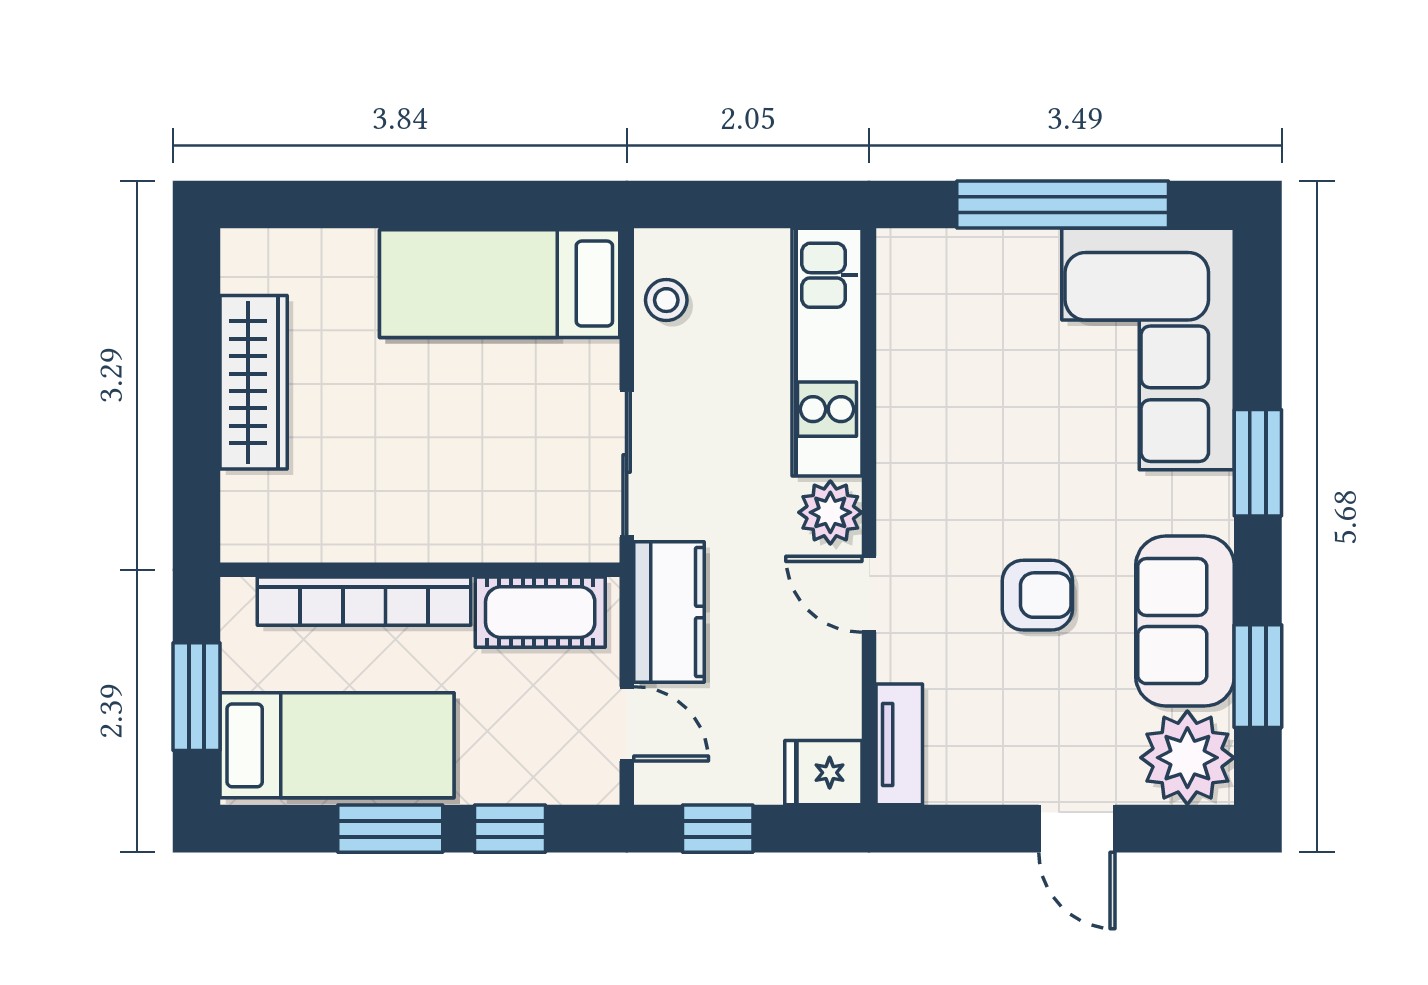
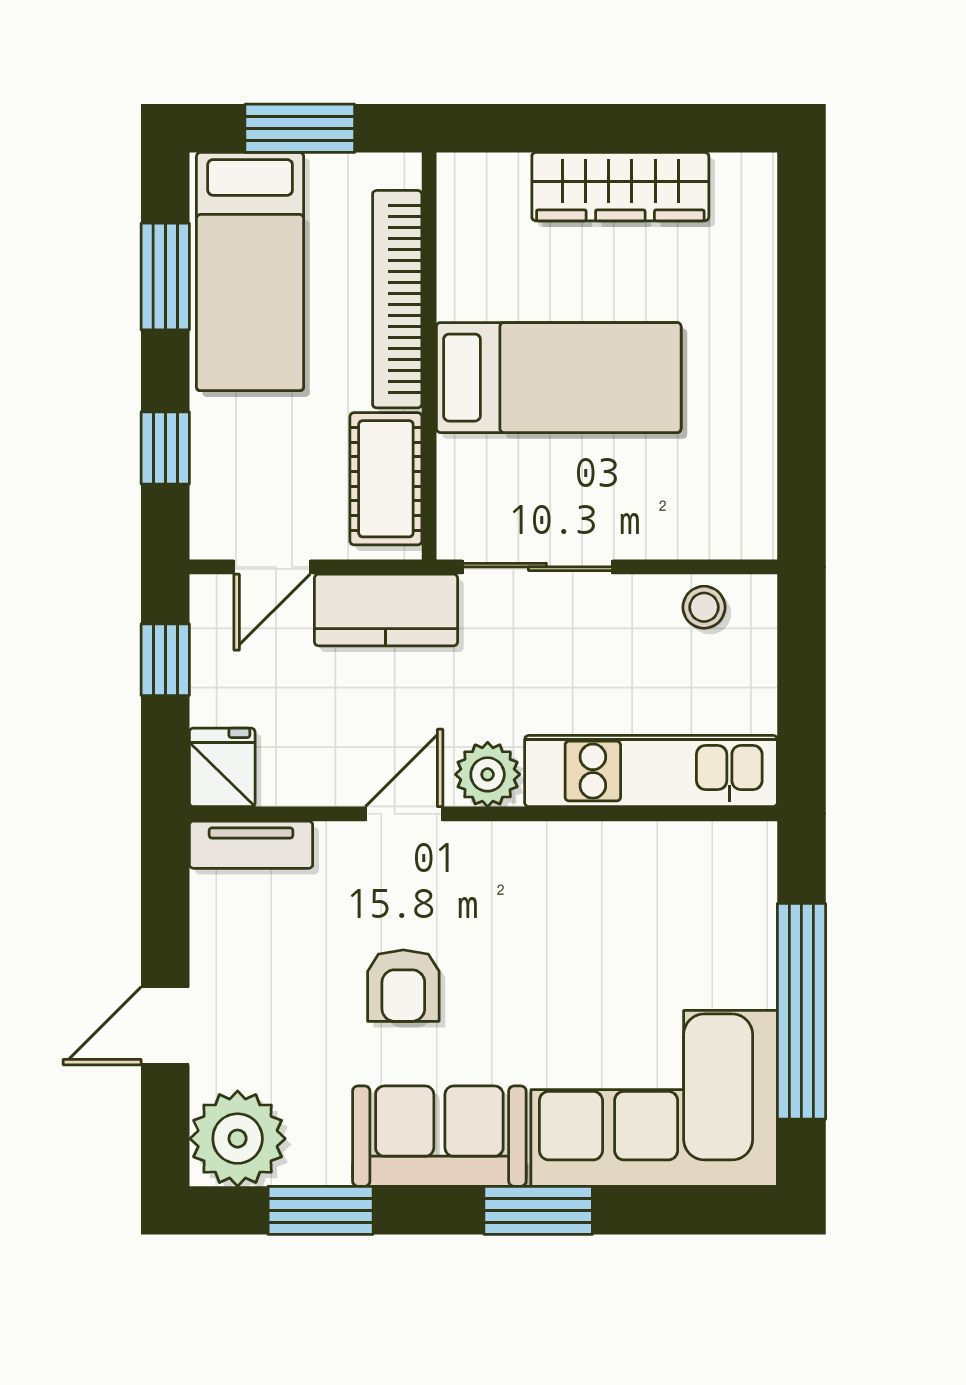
bed: (500, 284) -> (559, 378), moved, turned 90
sofa: (1185, 621) -> (439, 1136), moved
window: (390, 829) -> (165, 277), moved

